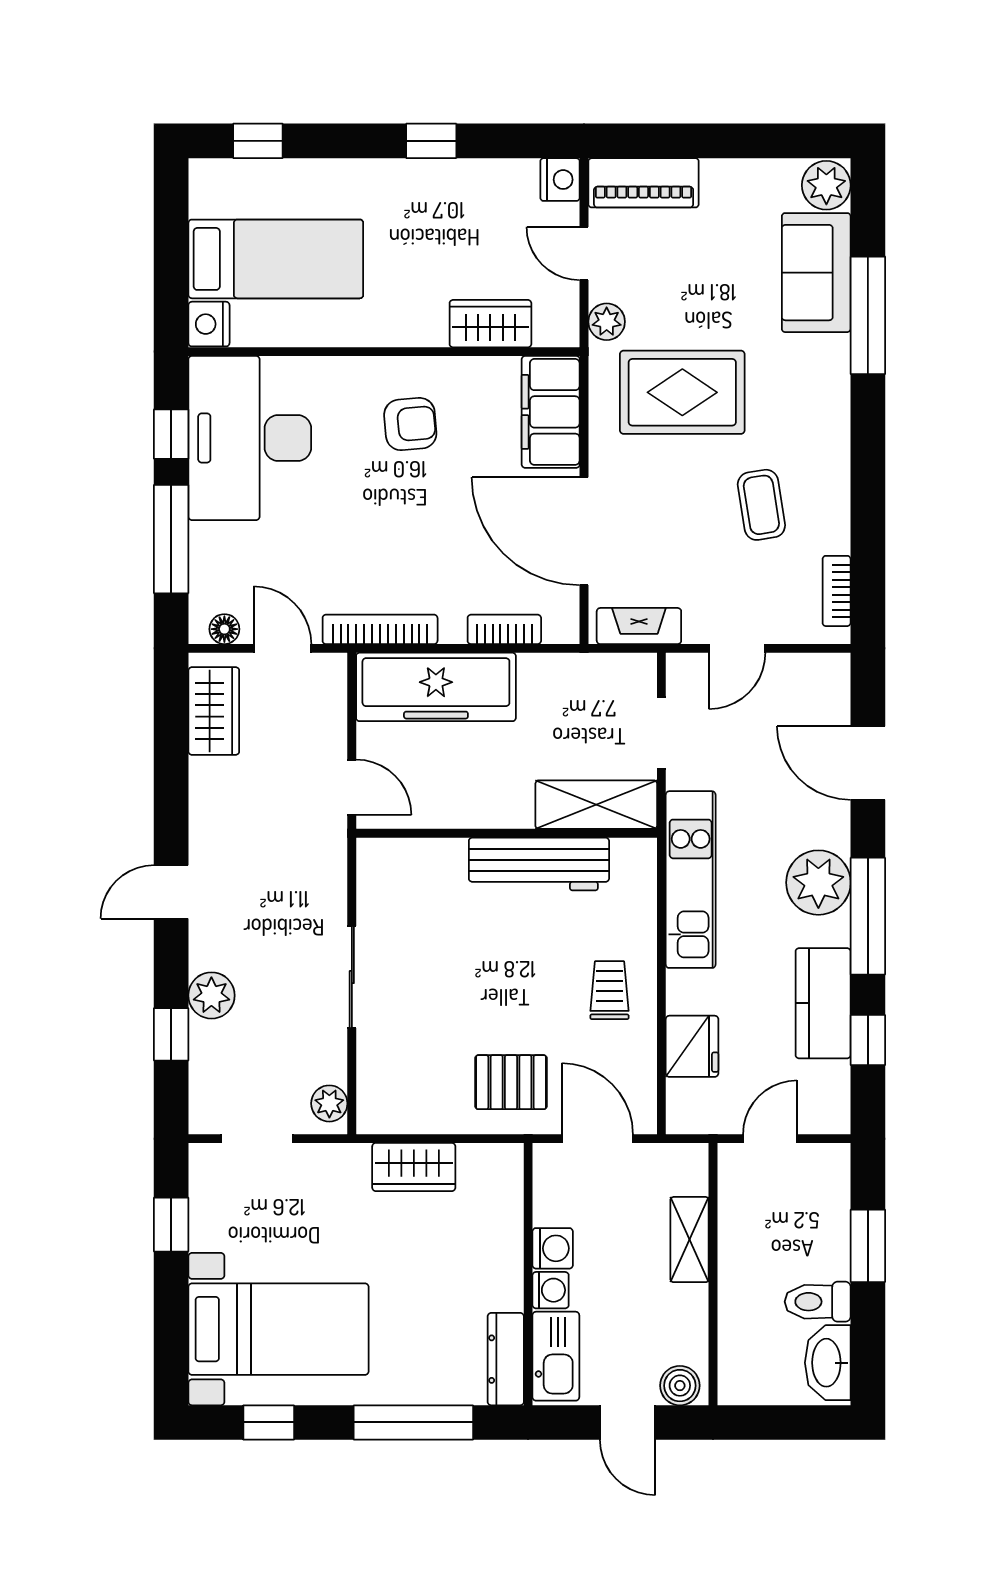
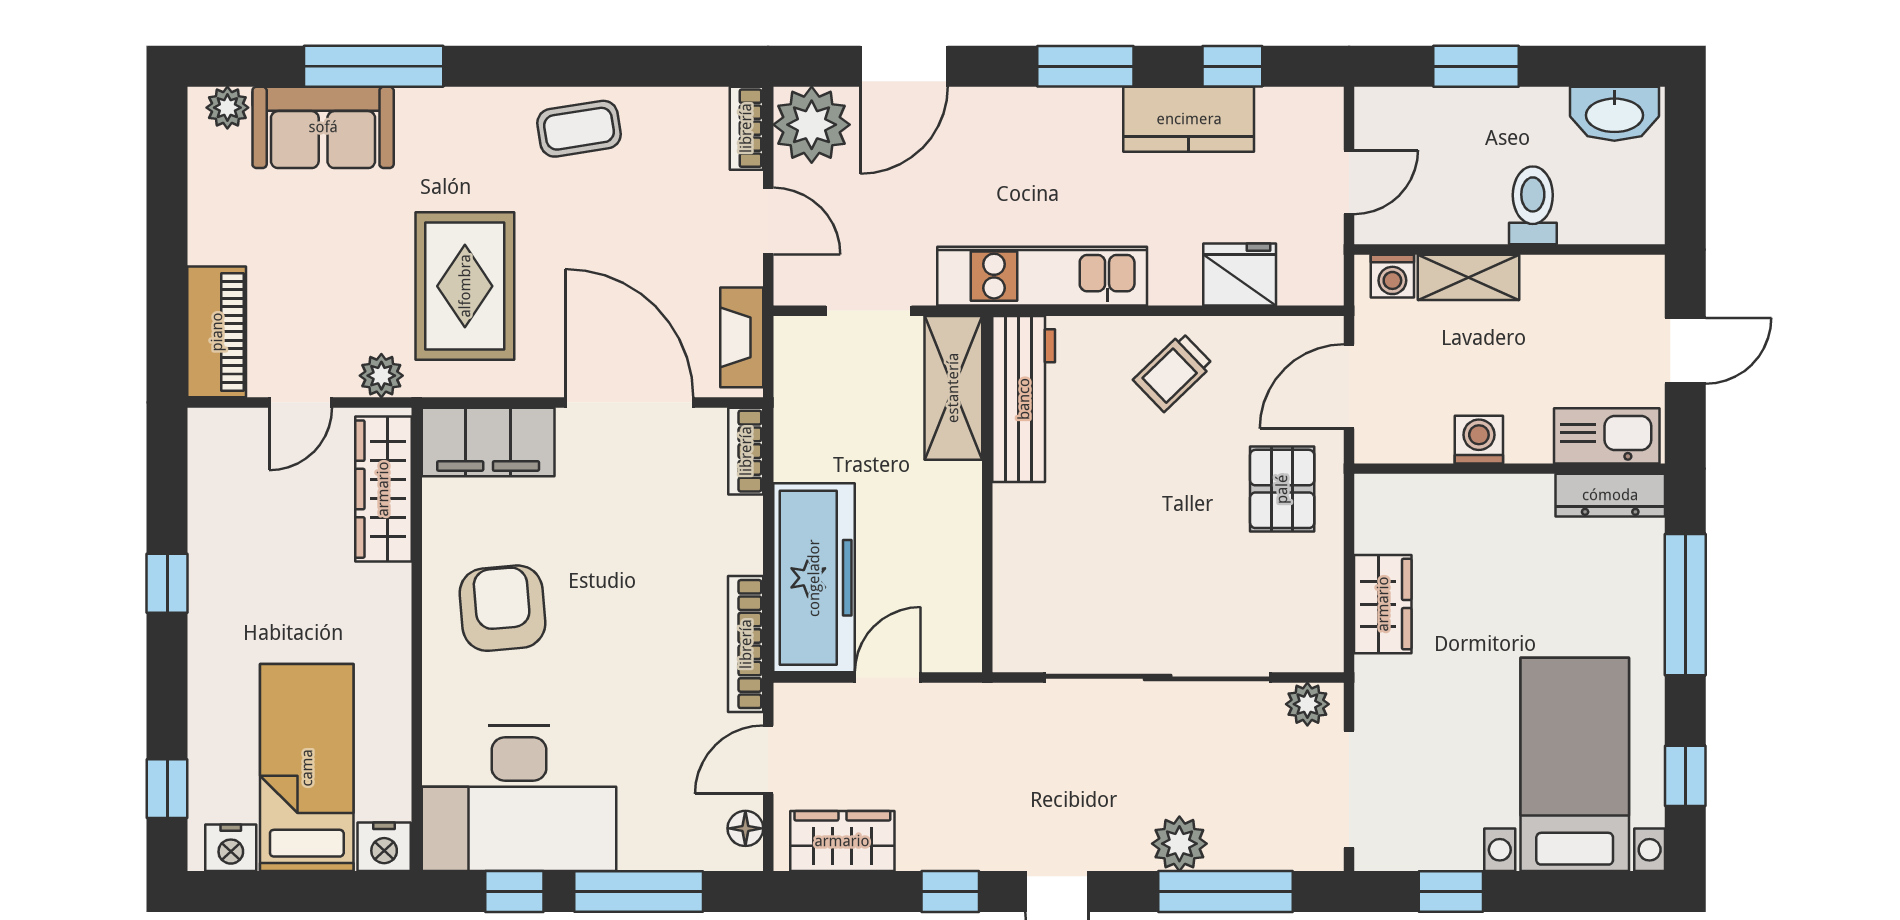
nightstand: (560, 180) -> (231, 848), moved, turned 180
plant: (826, 185) -> (227, 108), width x0.73, depth x0.73
wardrobe: (490, 324) -> (383, 489), width x1.50
armchair: (410, 424) -> (502, 608), width x1.38, depth x1.38
coffee table: (761, 505) -> (579, 129), moved
door: (584, 531) -> (629, 402), swing flipped
bookcase: (837, 591) -> (746, 128), moved, turned 90
bookcase: (504, 629) -> (746, 451), moved
door: (352, 787) -> (888, 678), moved
window: (171, 802) -> (950, 892), added
workbench: (539, 864) -> (1024, 399), moved
plant: (818, 883) -> (812, 125), moved
window: (868, 916) -> (1085, 66), width x0.69
sliding door: (352, 977) -> (1158, 678), width x1.86
trolley: (609, 990) -> (1173, 372), turned -44
window: (171, 1034) -> (1225, 892), width x2.17
doorway: (257, 1139) -> (1349, 789), width x1.38
door: (770, 1139) -> (1349, 182), swing flipped
washing machine: (551, 1290) -> (1392, 276), moved, turned 180
toilet: (818, 1302) -> (1533, 205), moved, turned 180
boiler: (680, 1386) -> (1642, 289), removed

